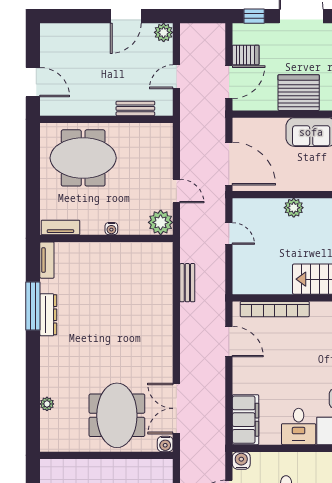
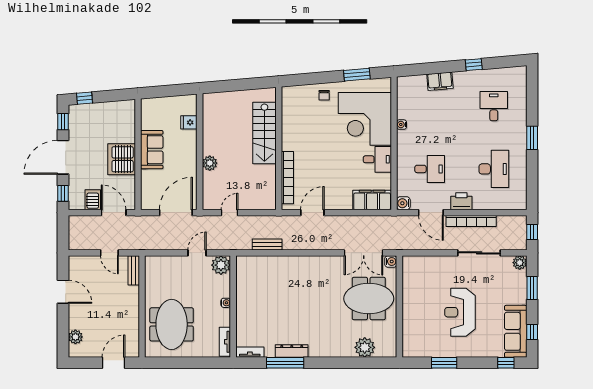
plant: (164, 32) -> (75, 337), moved
bench: (135, 108) -> (134, 270), moved
plant: (47, 404) -> (365, 347), width x1.87, depth x1.87

